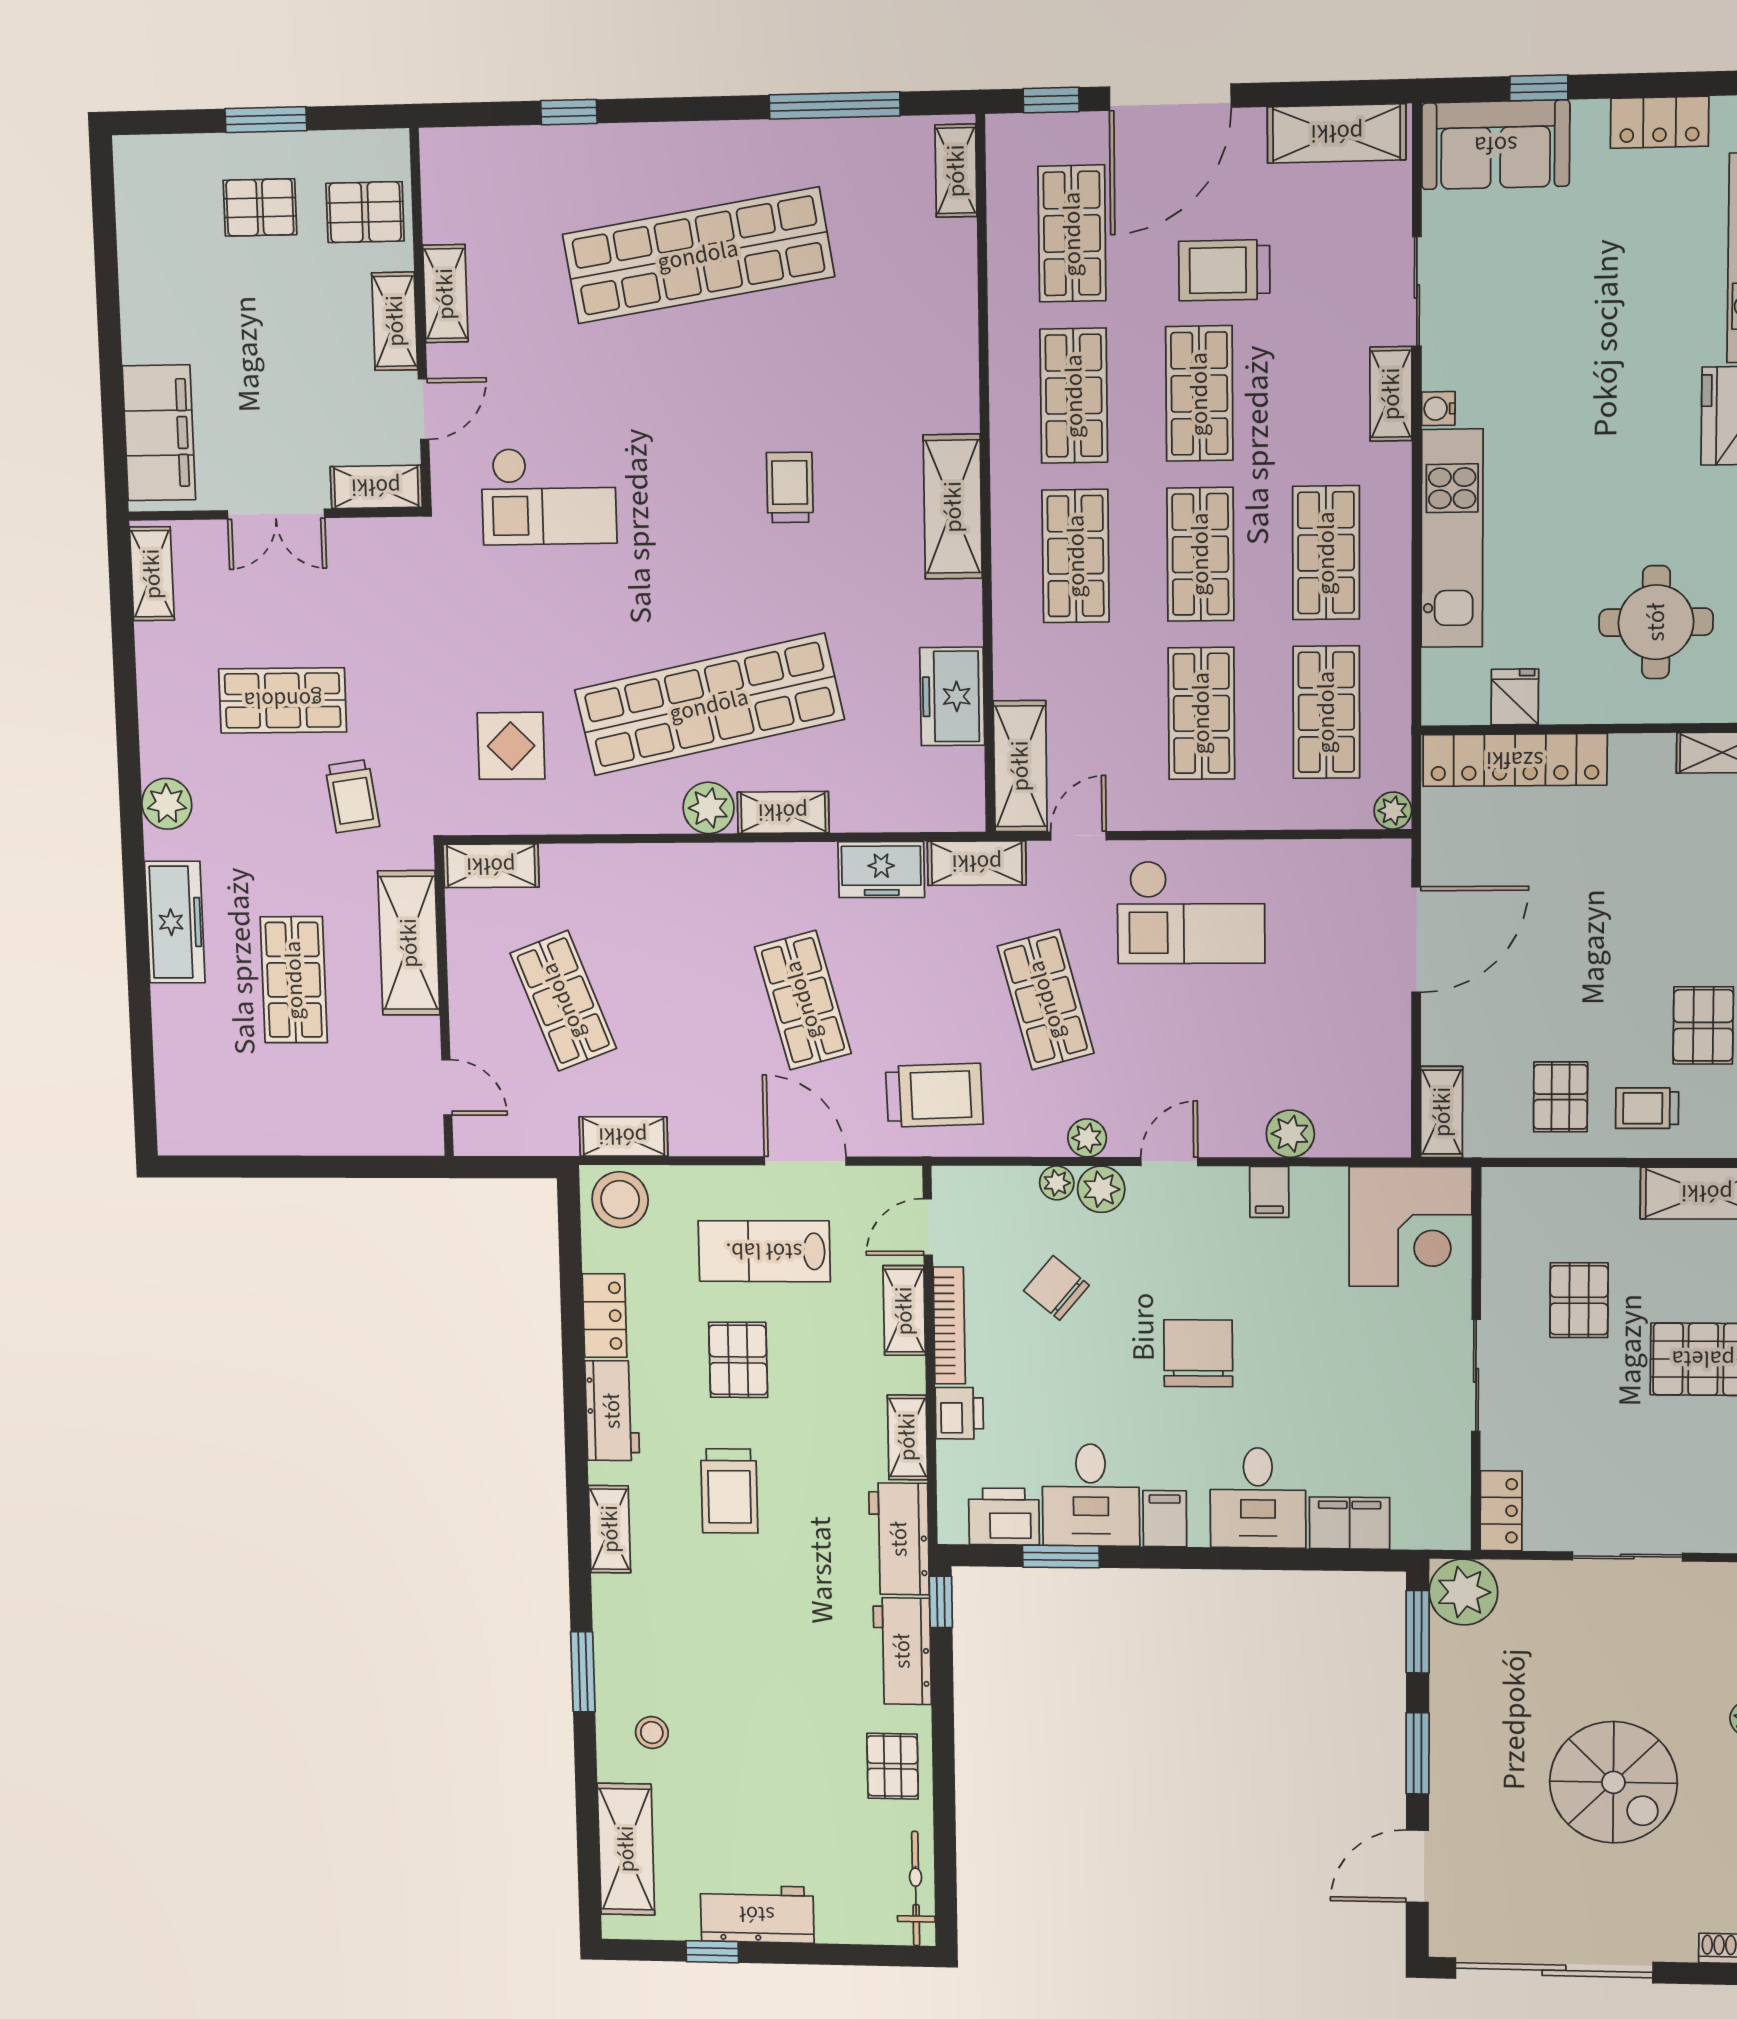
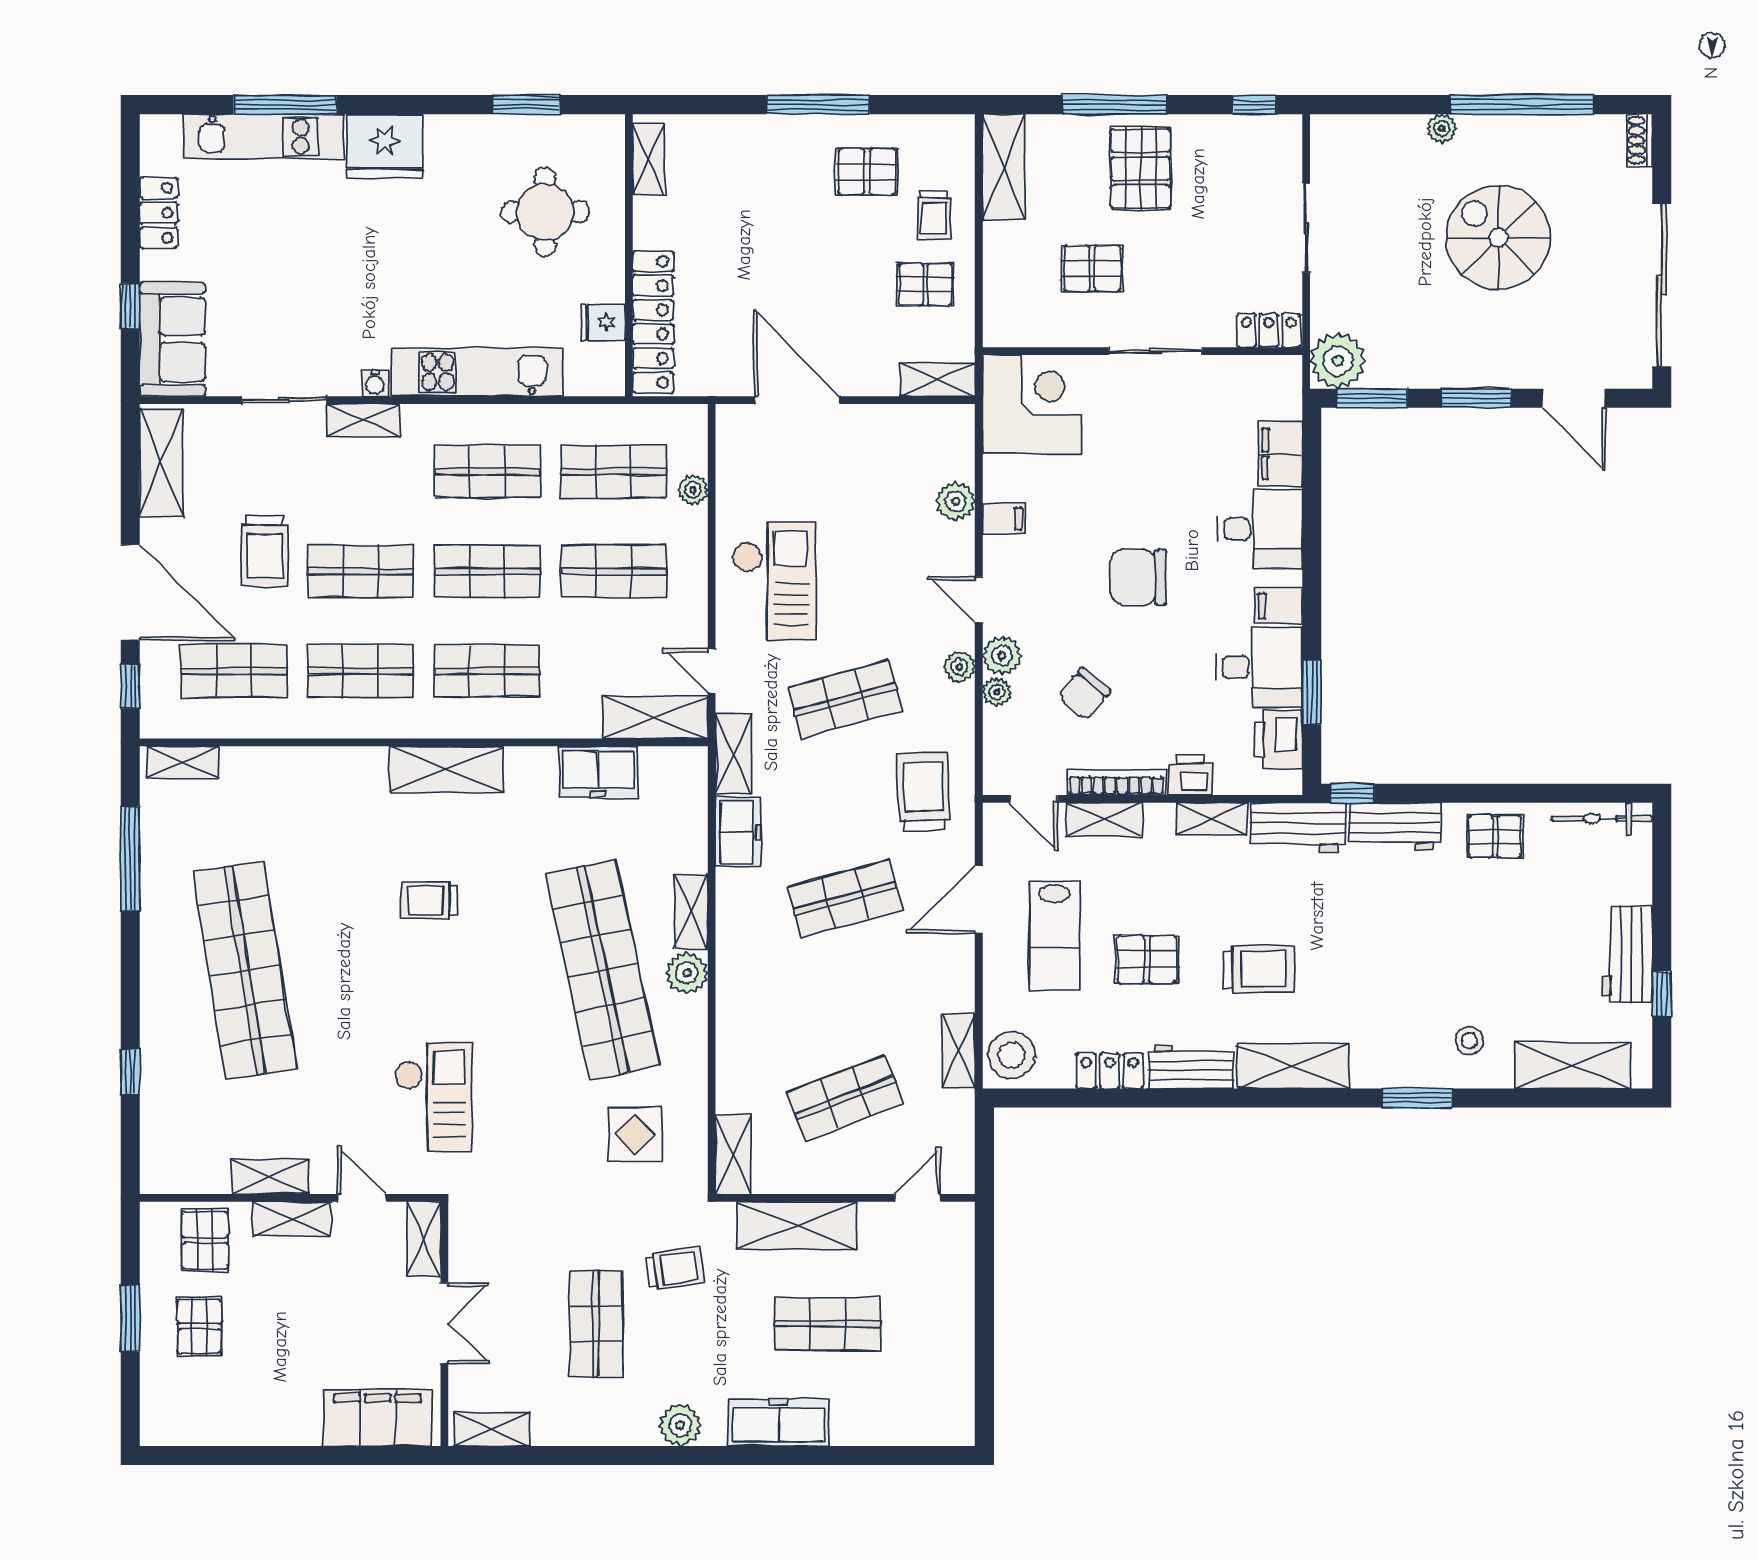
plant: (1393, 811) -> (693, 490), moved
shelving: (610, 1529) -> (1293, 1066), width x1.50, depth x1.33
spiral stairs: (1613, 1782) -> (1498, 237), turned -90

